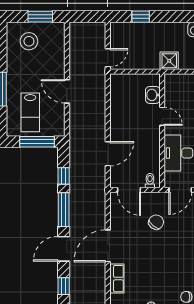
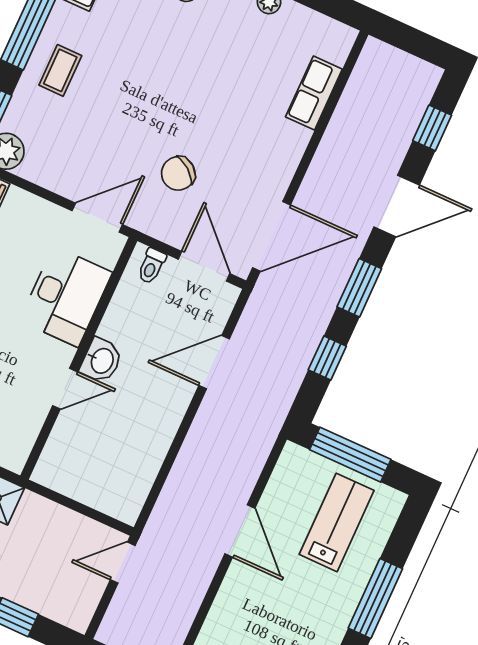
washbasin: (153, 95) -> (101, 360), moved
door: (162, 116) -> (65, 389), swing flipped
window: (64, 210) -> (359, 288), width x0.69
door: (108, 246) -> (271, 236), moved

